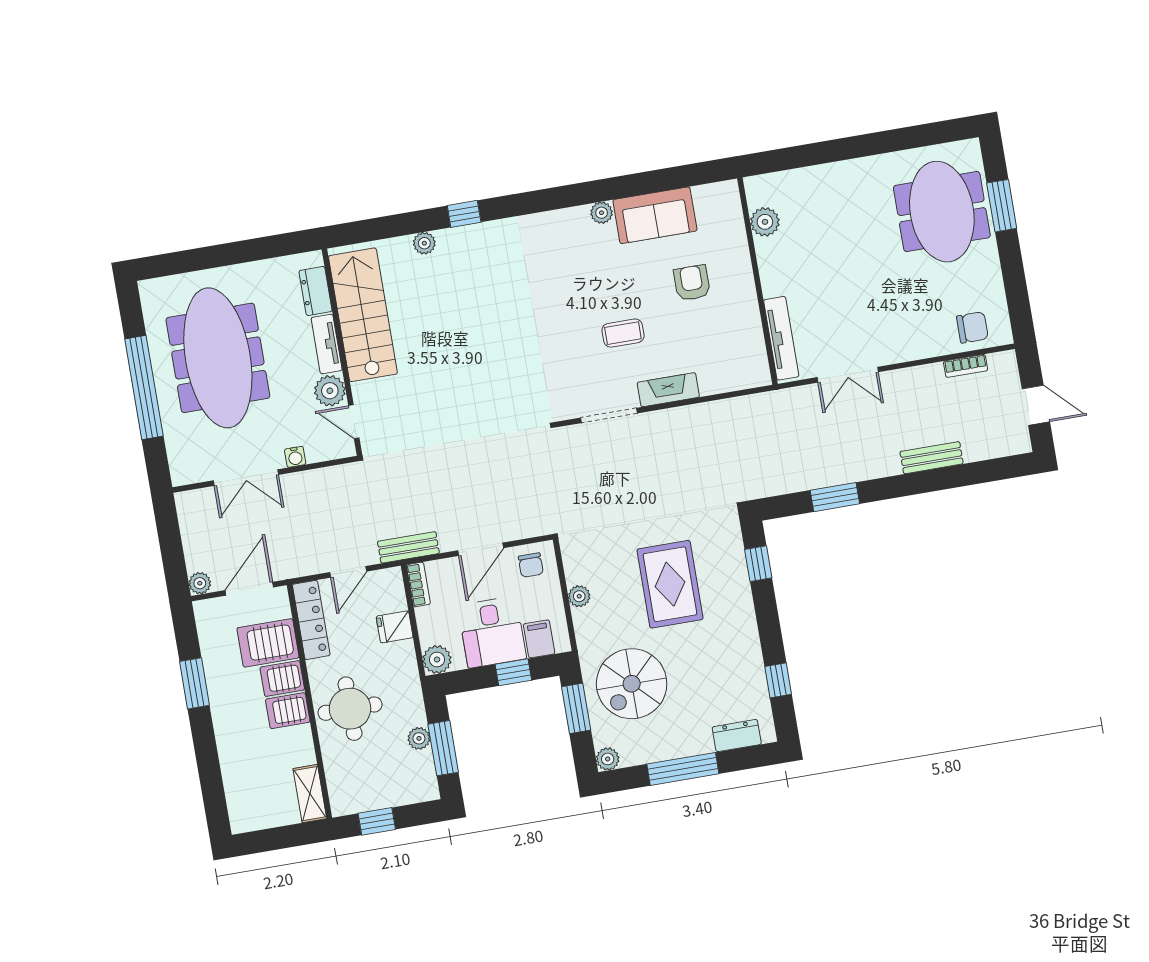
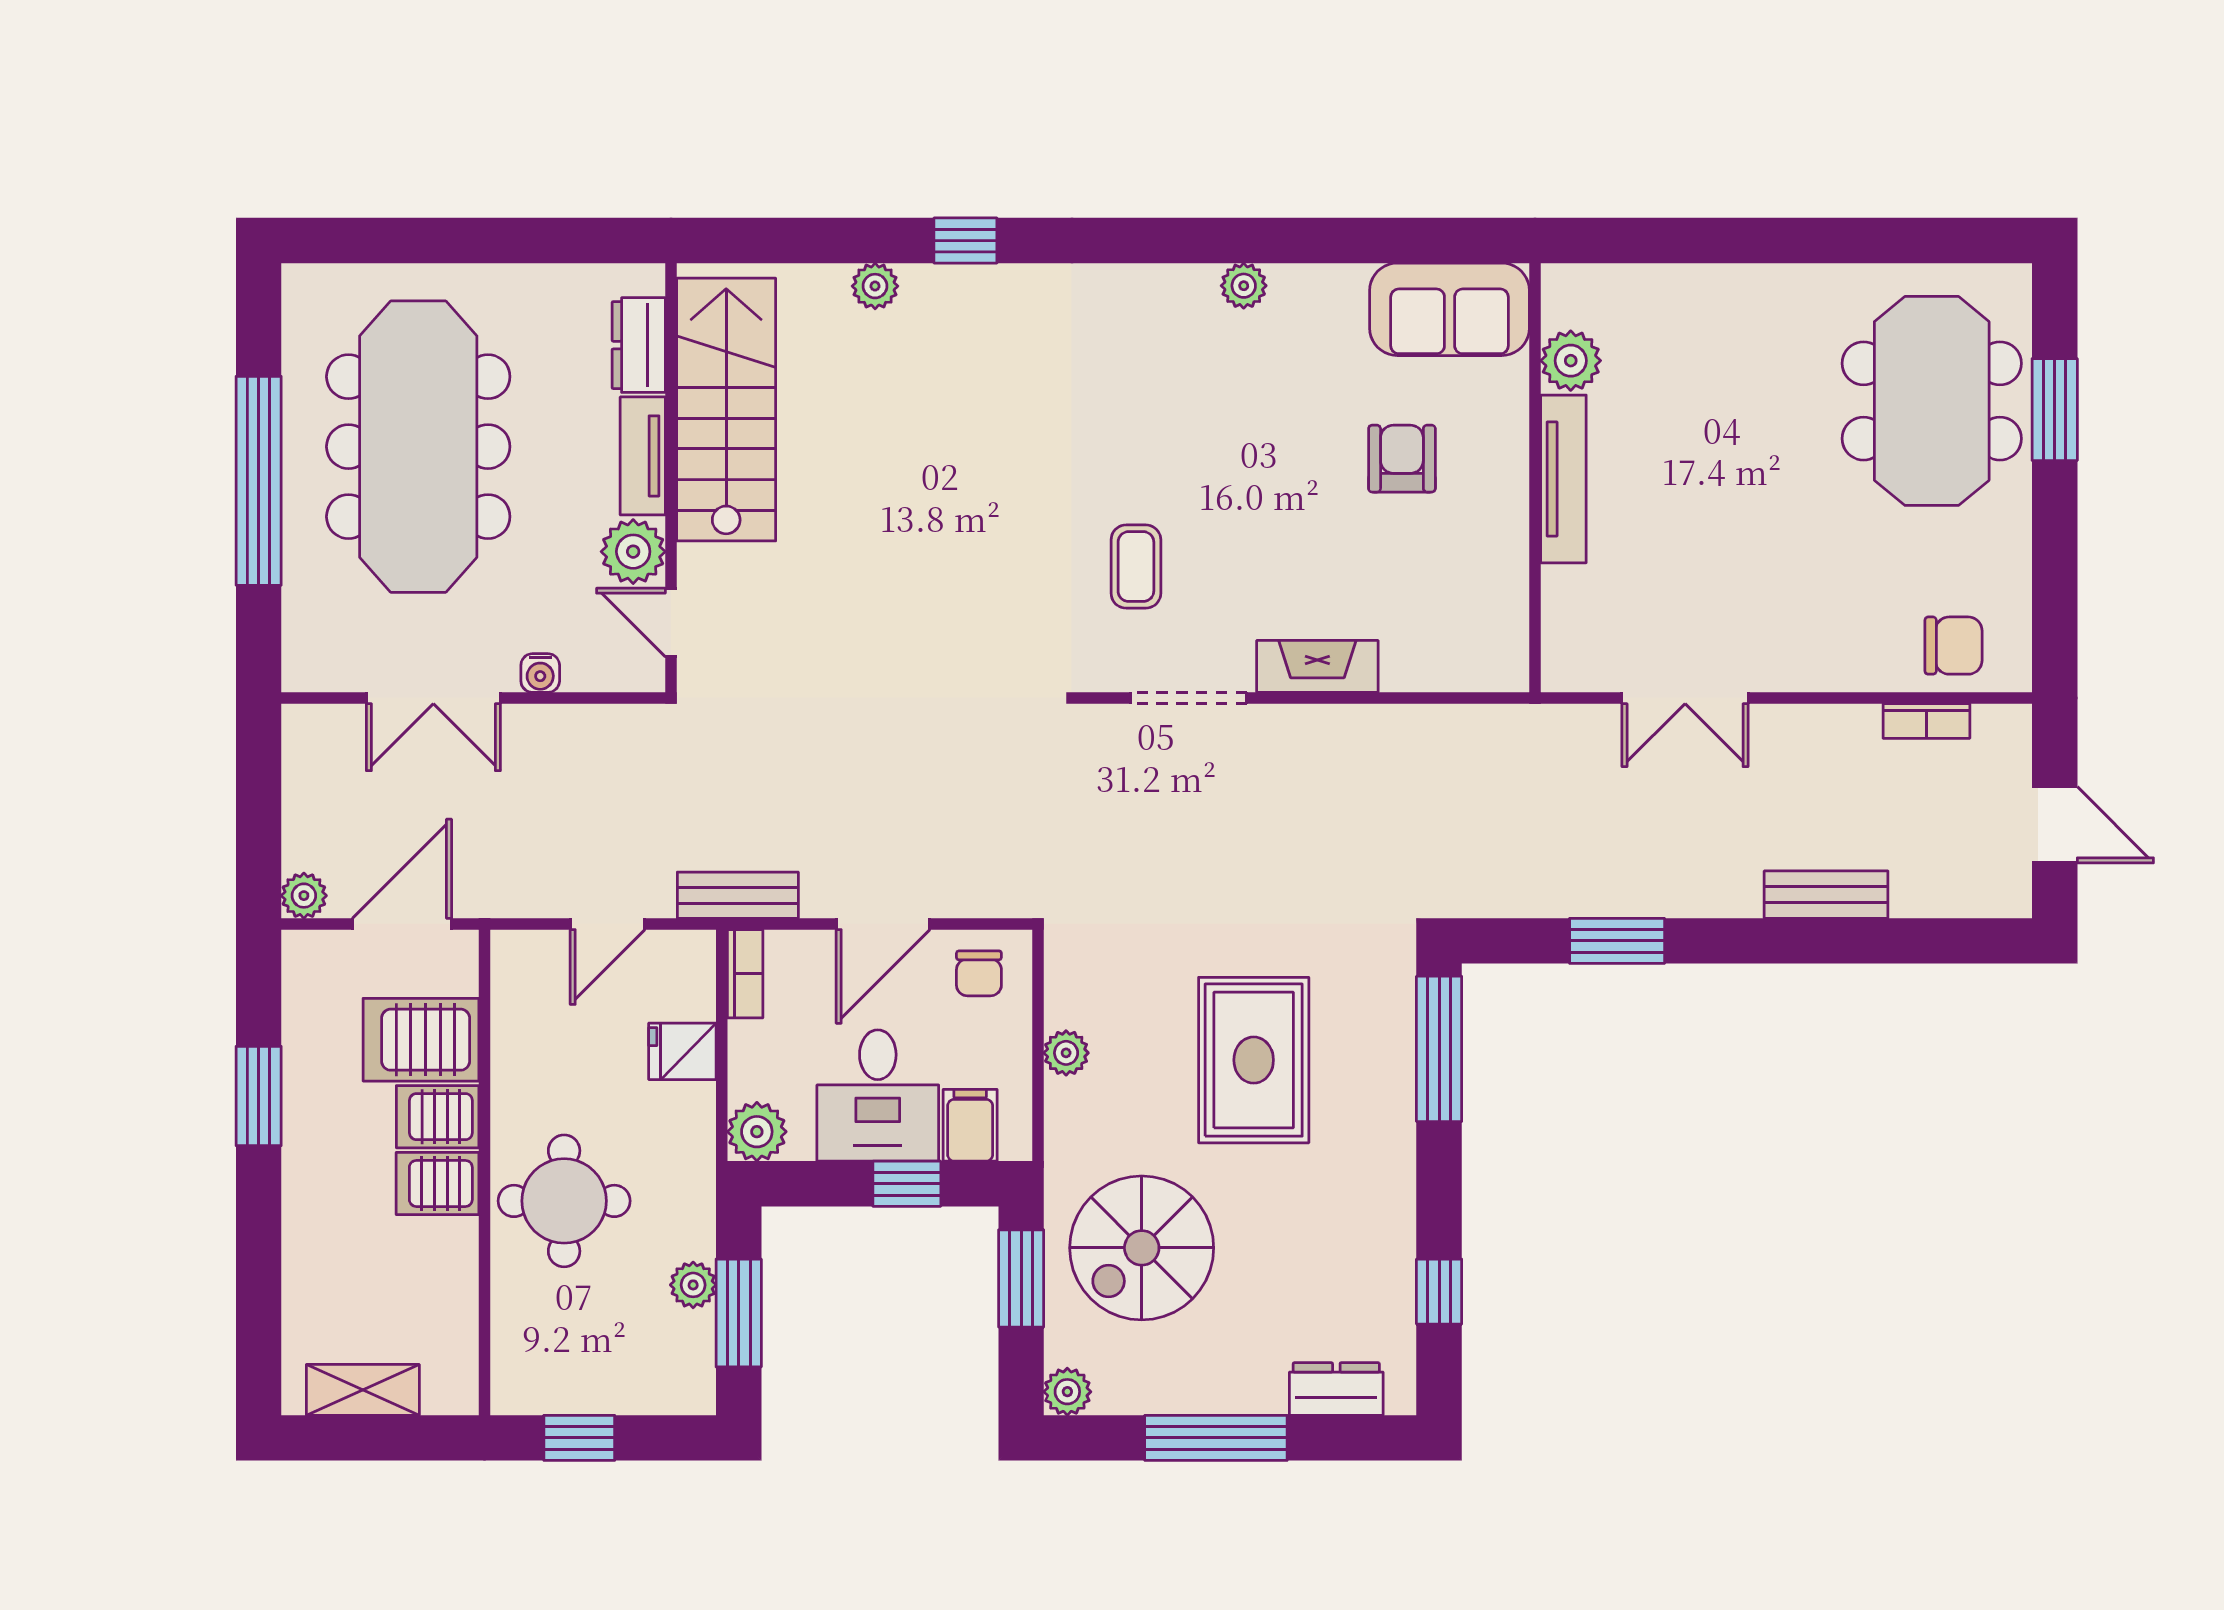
sofa: (655, 215) -> (1450, 309), moved
coffee table: (623, 333) -> (1136, 567), moved, turned 90
tv unit: (781, 338) -> (1563, 479), moved
window: (758, 564) -> (1439, 1049), width x2.17
locker: (311, 620) -> (516, 1008), removed
shelving: (310, 794) -> (363, 1390), moved, turned 90

